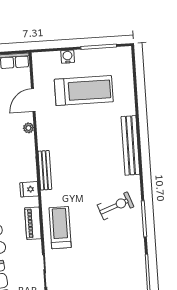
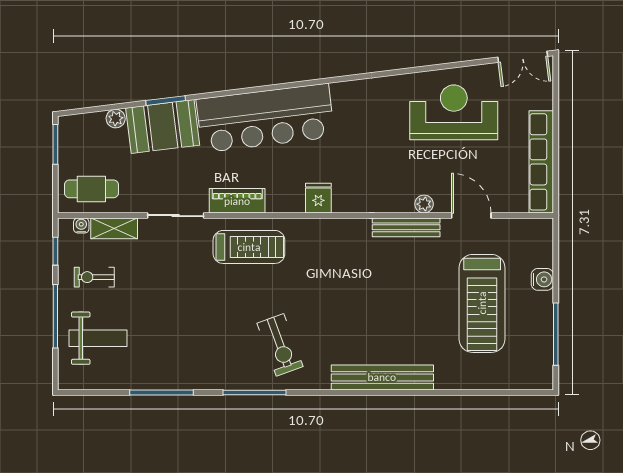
bench: (45, 170) -> (406, 227), moved
piano: (33, 223) -> (237, 201), moved

